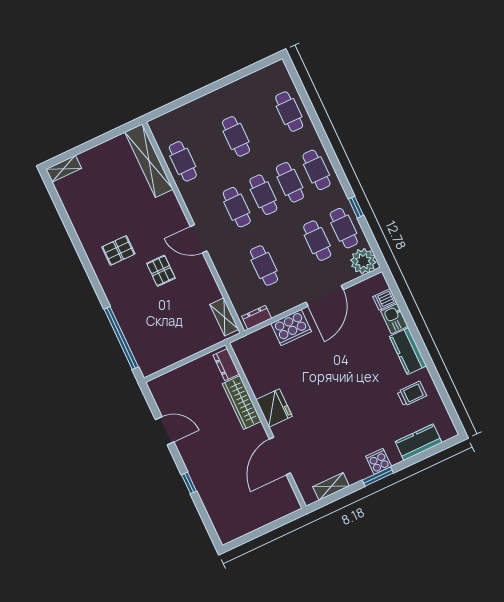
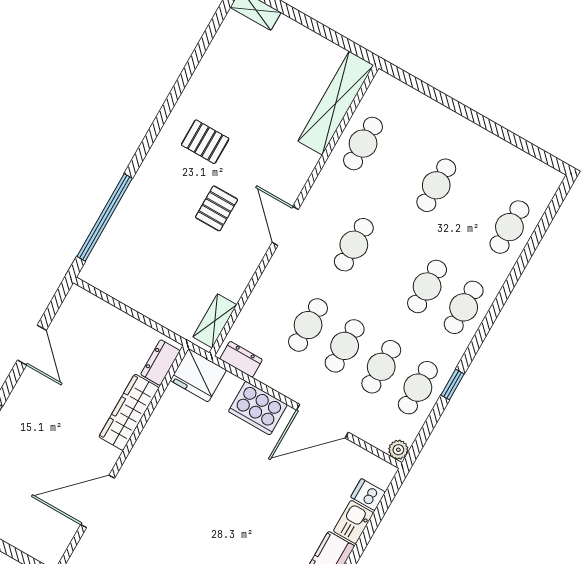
cafe table: (263, 195) -> (345, 346), moved
plant: (363, 261) -> (398, 450), width x0.53, depth x0.53
fridge: (274, 408) -> (198, 375), moved, turned 90

